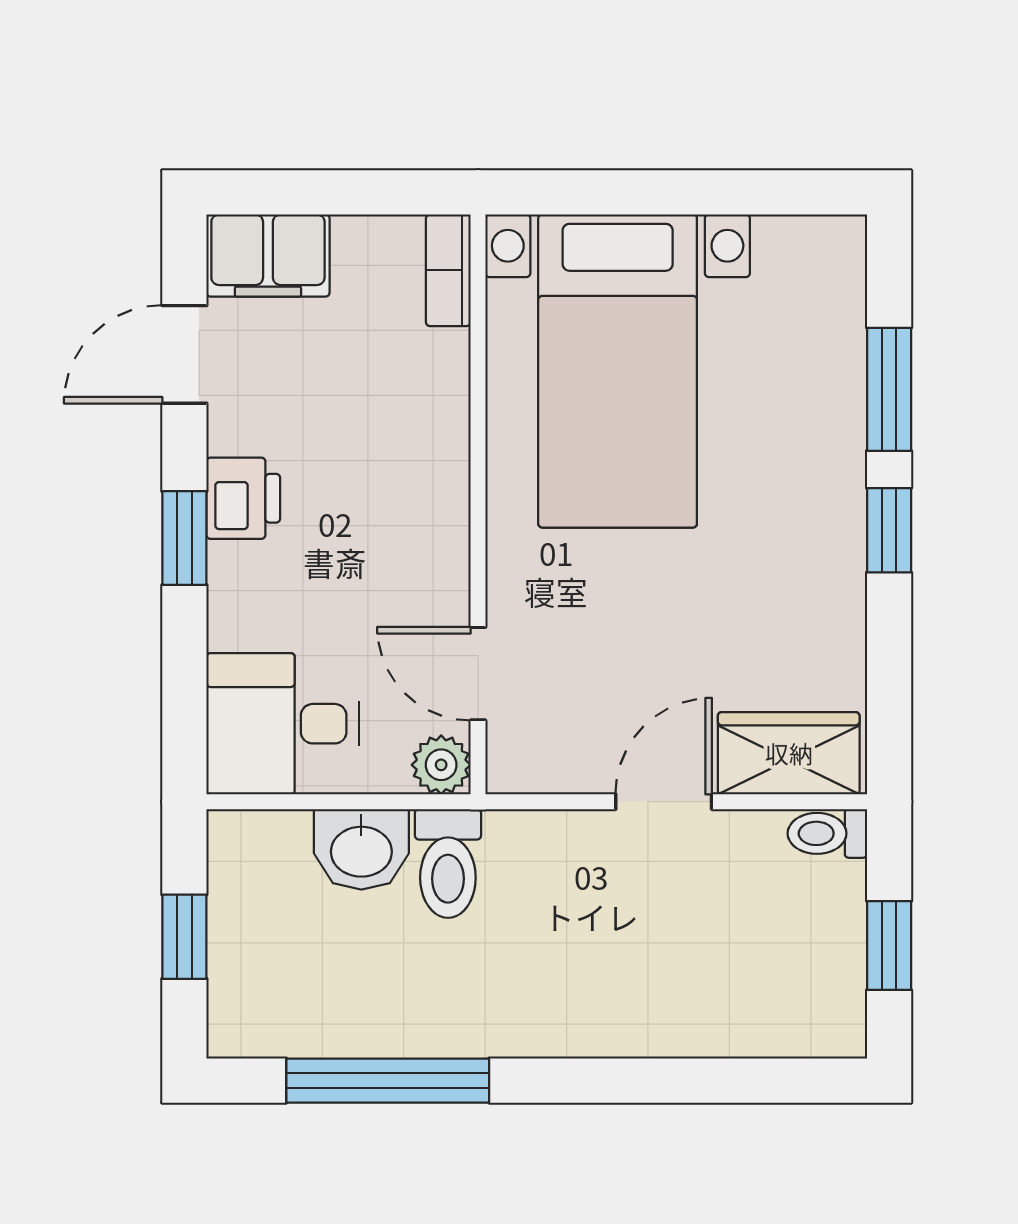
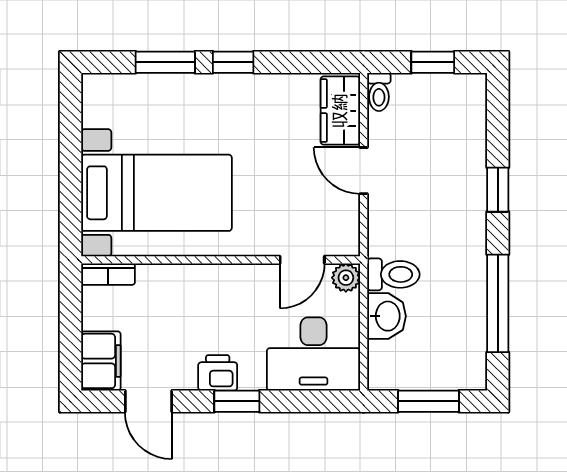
desk: (283, 724) -> (314, 354), width x1.37
window: (184, 937) -> (429, 401), width x1.50
window: (624, 1081) -> (498, 190), added

